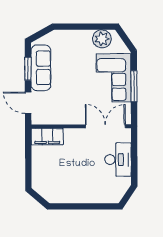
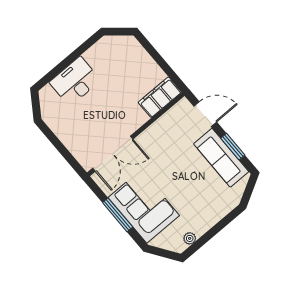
plant: (102, 39) -> (190, 238), width x0.53, depth x0.53
desk: (118, 160) -> (75, 81), moved, turned 90

